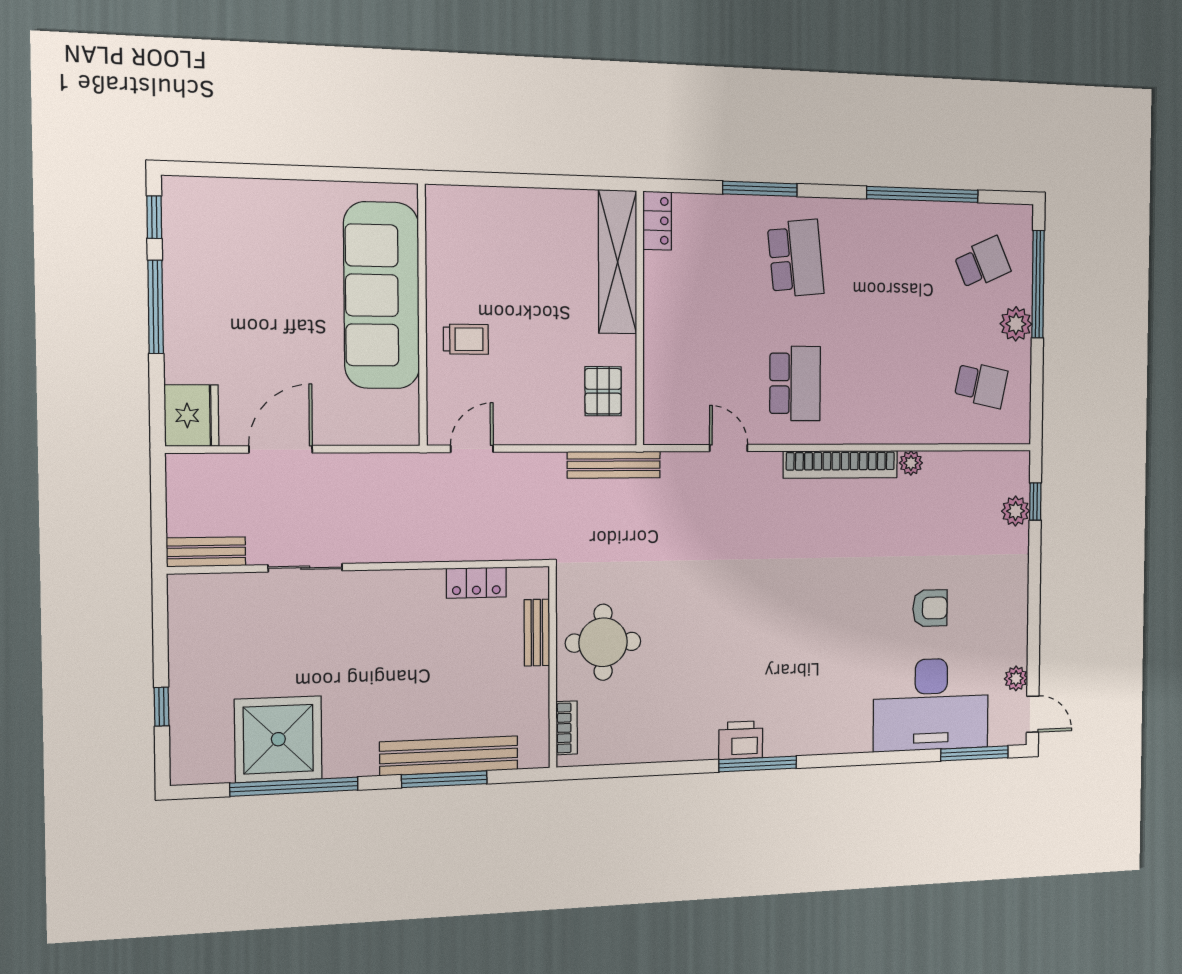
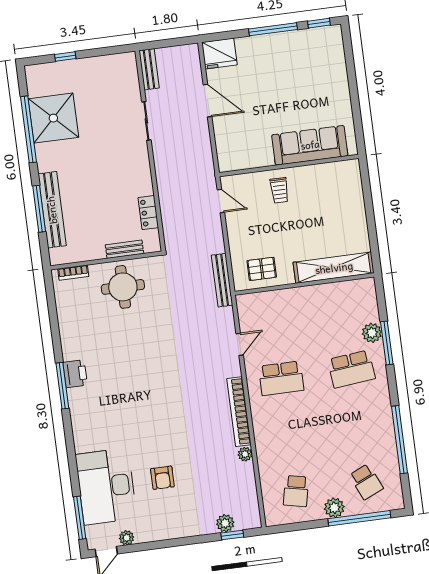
plant: (739, 212) -> (372, 333), added
locker: (657, 221) -> (360, 287), removed
sofa: (382, 295) -> (310, 145), width x0.74, depth x0.79

